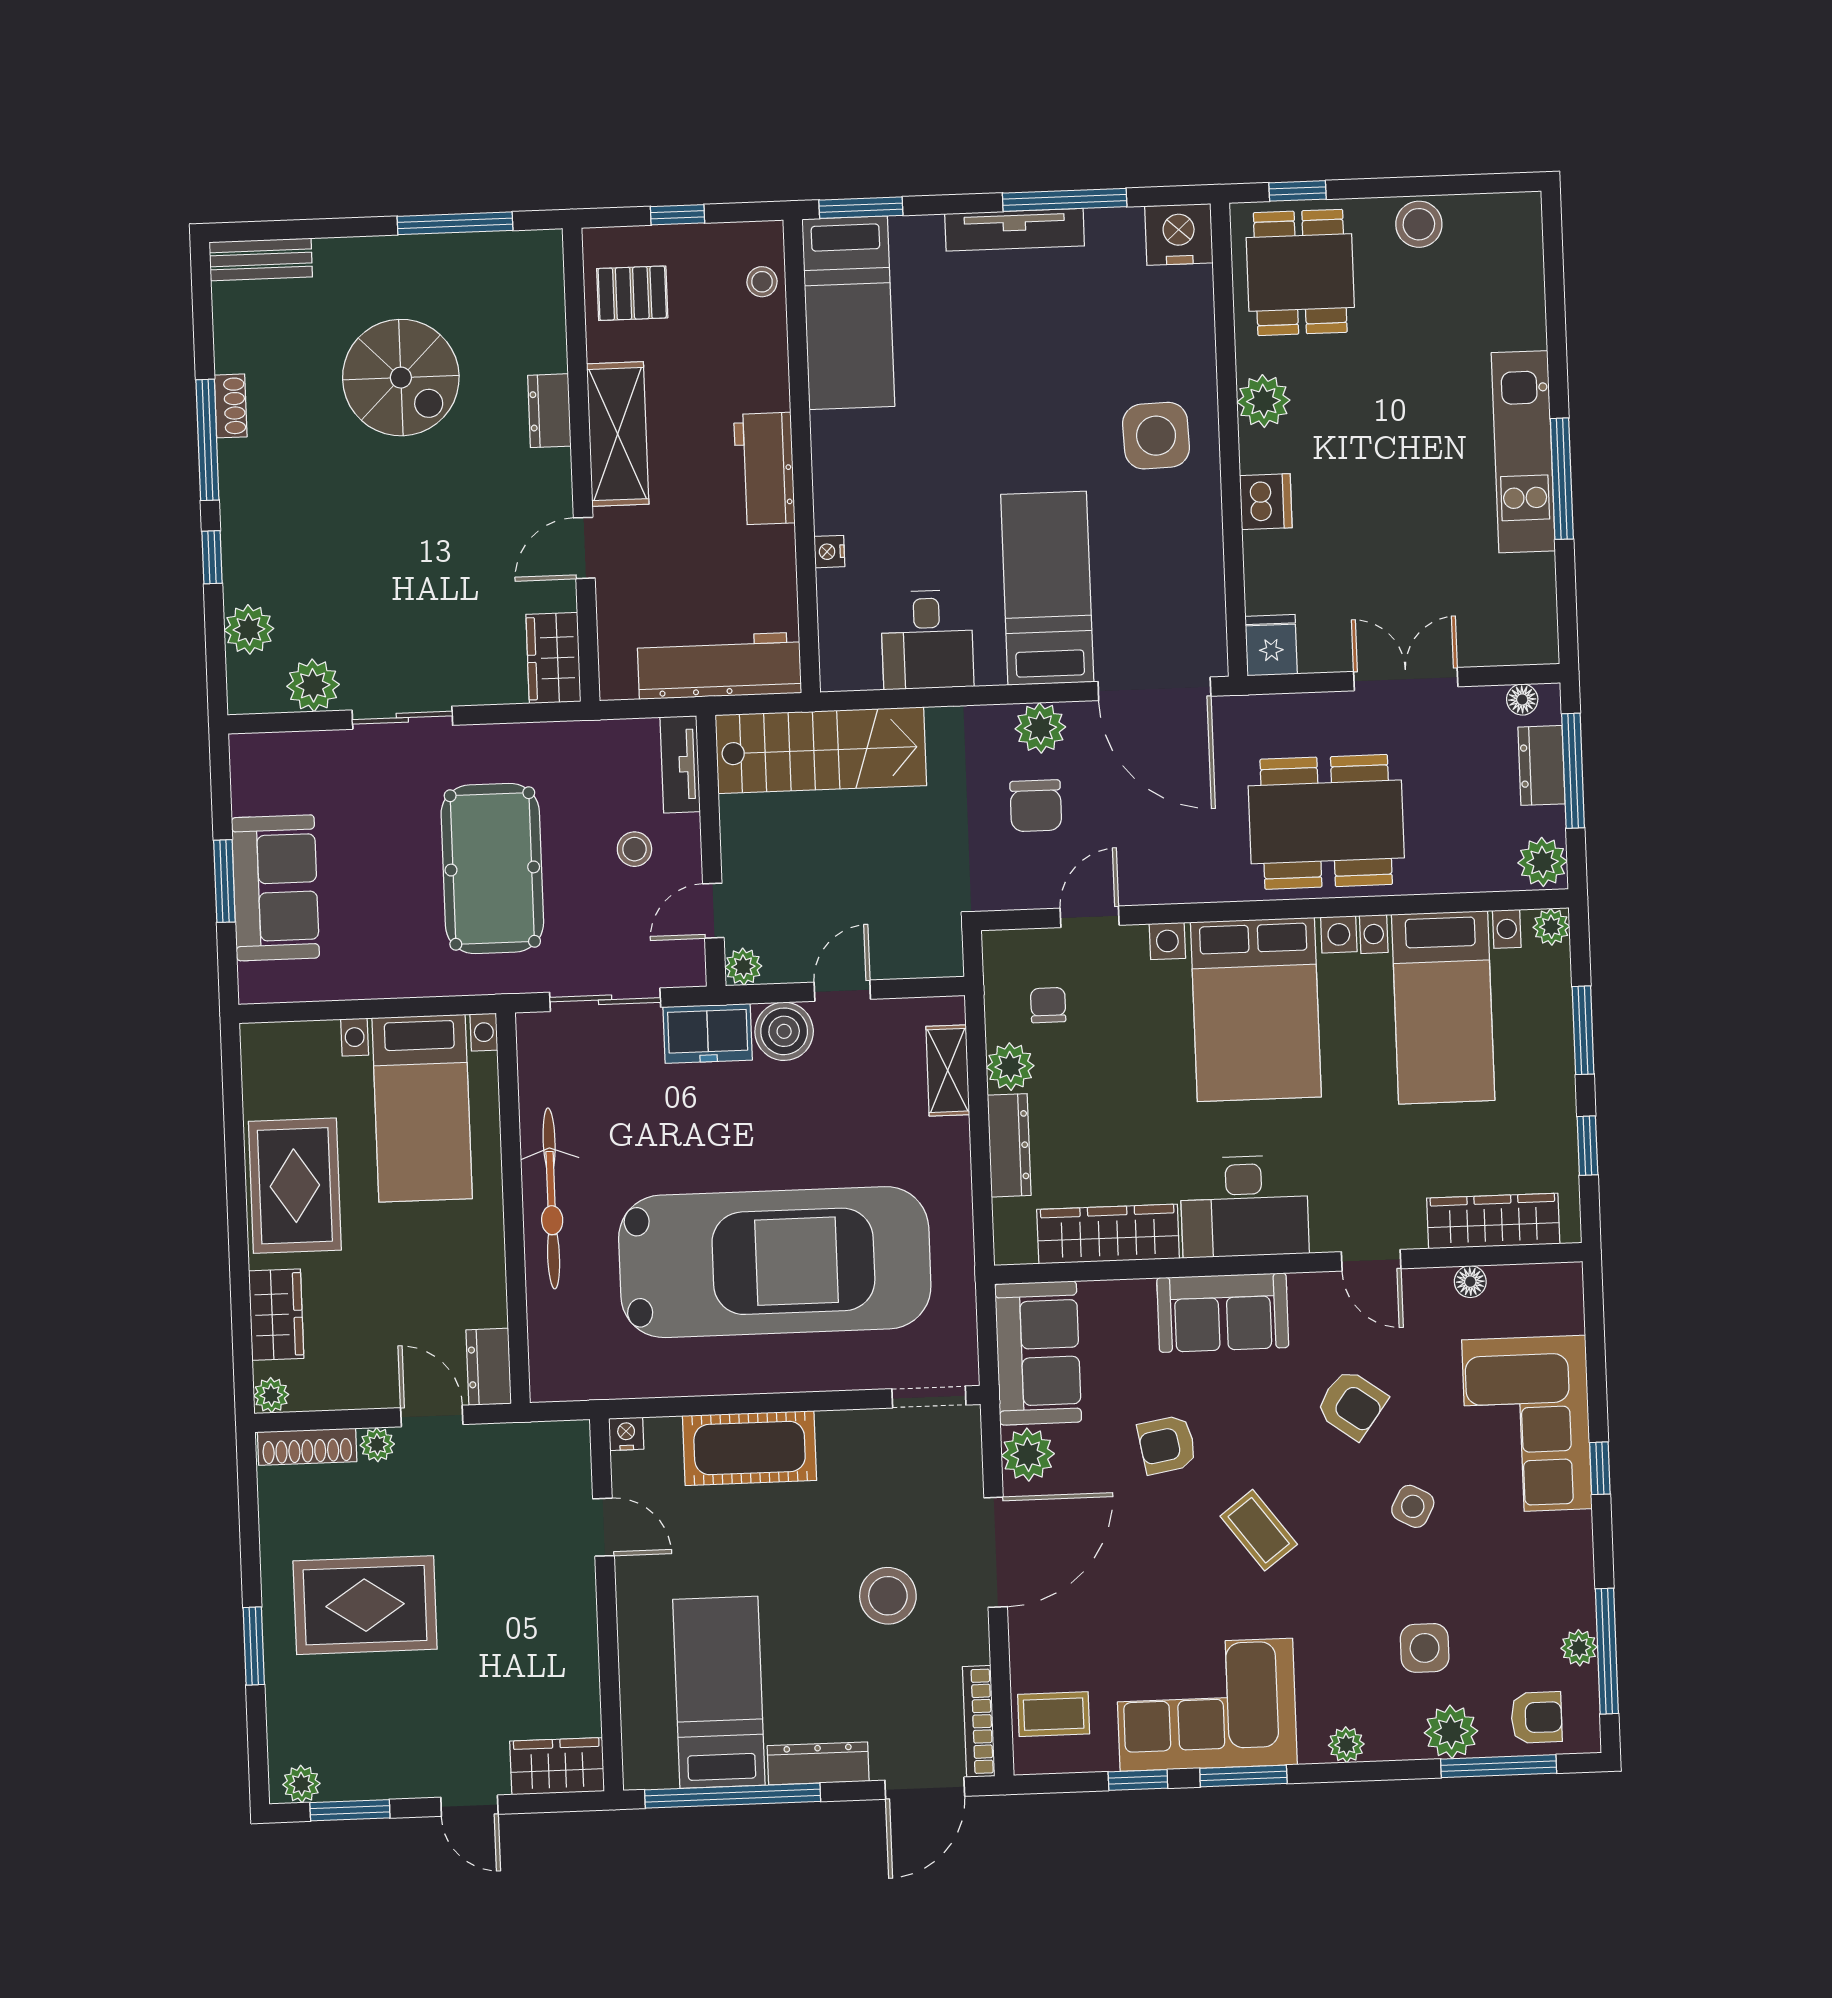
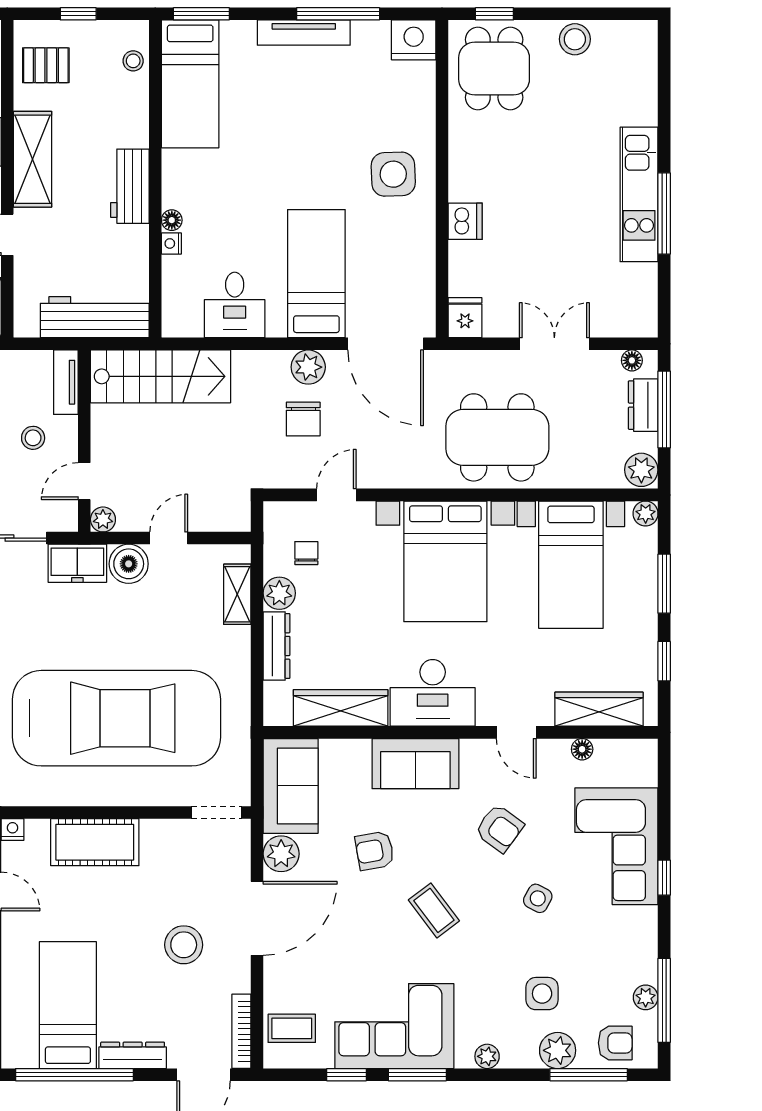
plant: (1263, 401) -> (466, 154), removed
floor lamp: (829, 517) -> (172, 220), added

